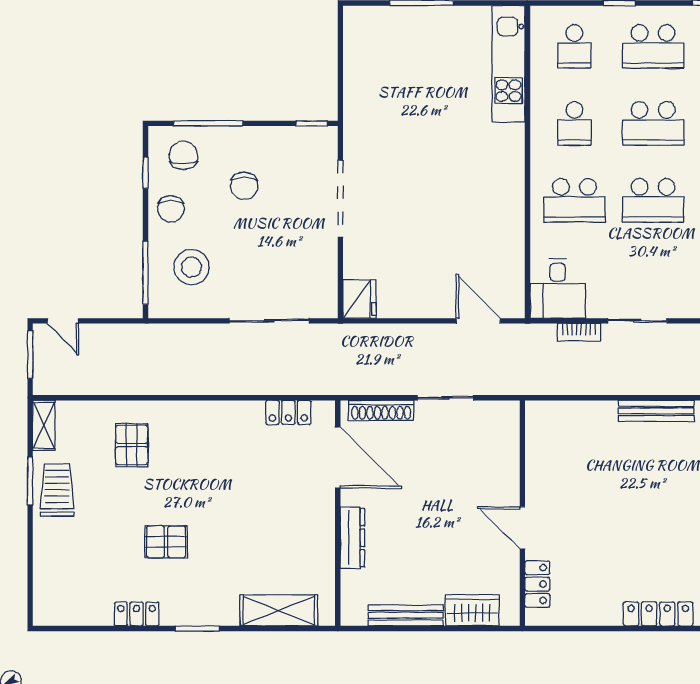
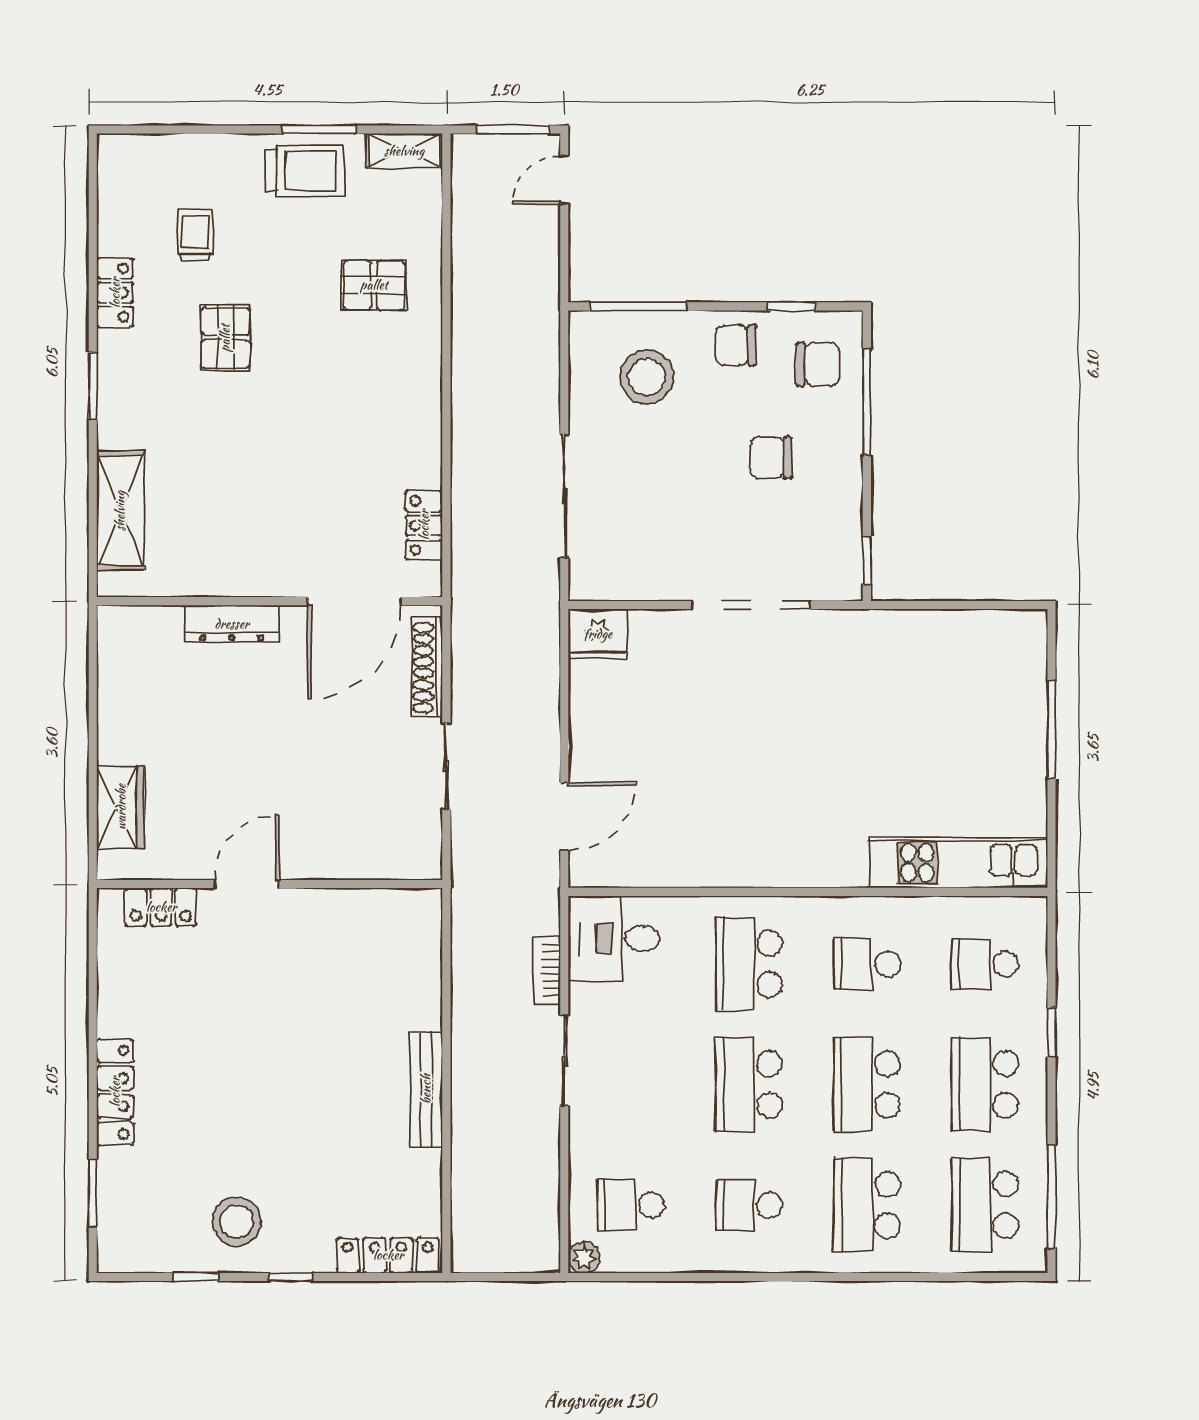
trolley: (99, 562) -> (195, 235), added
bench: (406, 615) -> (113, 705), removed

